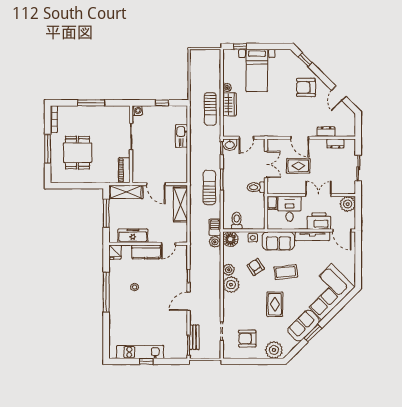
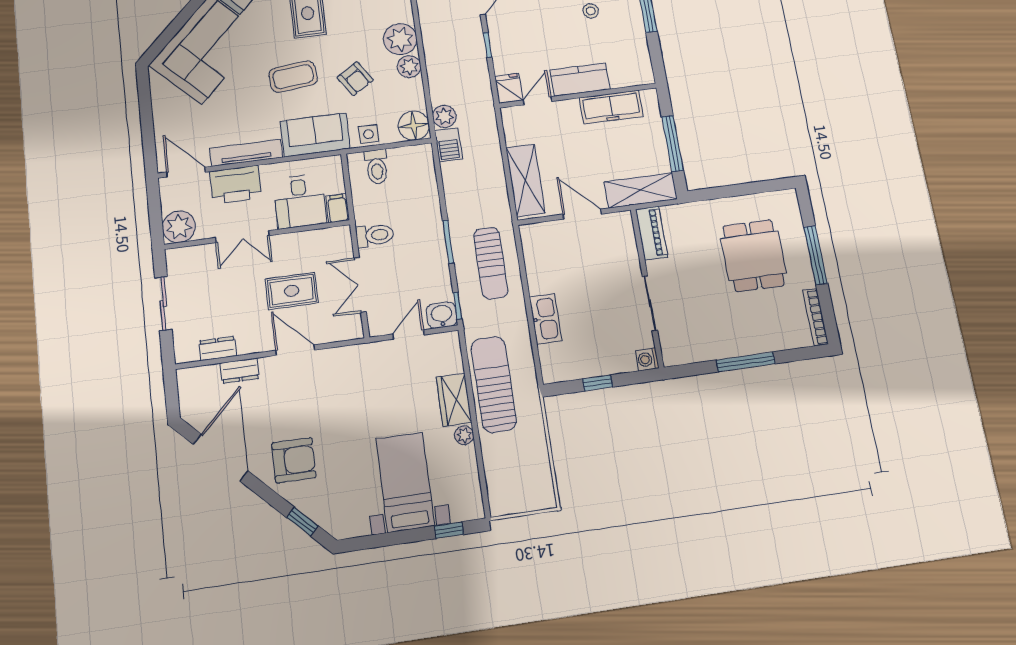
door: (339, 93) -> (221, 458), width x1.87
sun lounger: (210, 109) -> (494, 384), width x1.36, depth x1.34
sun lounger: (209, 187) -> (491, 263), moved
toilet: (237, 221) -> (377, 167), moved
fridge: (115, 252) -> (509, 88), moved

